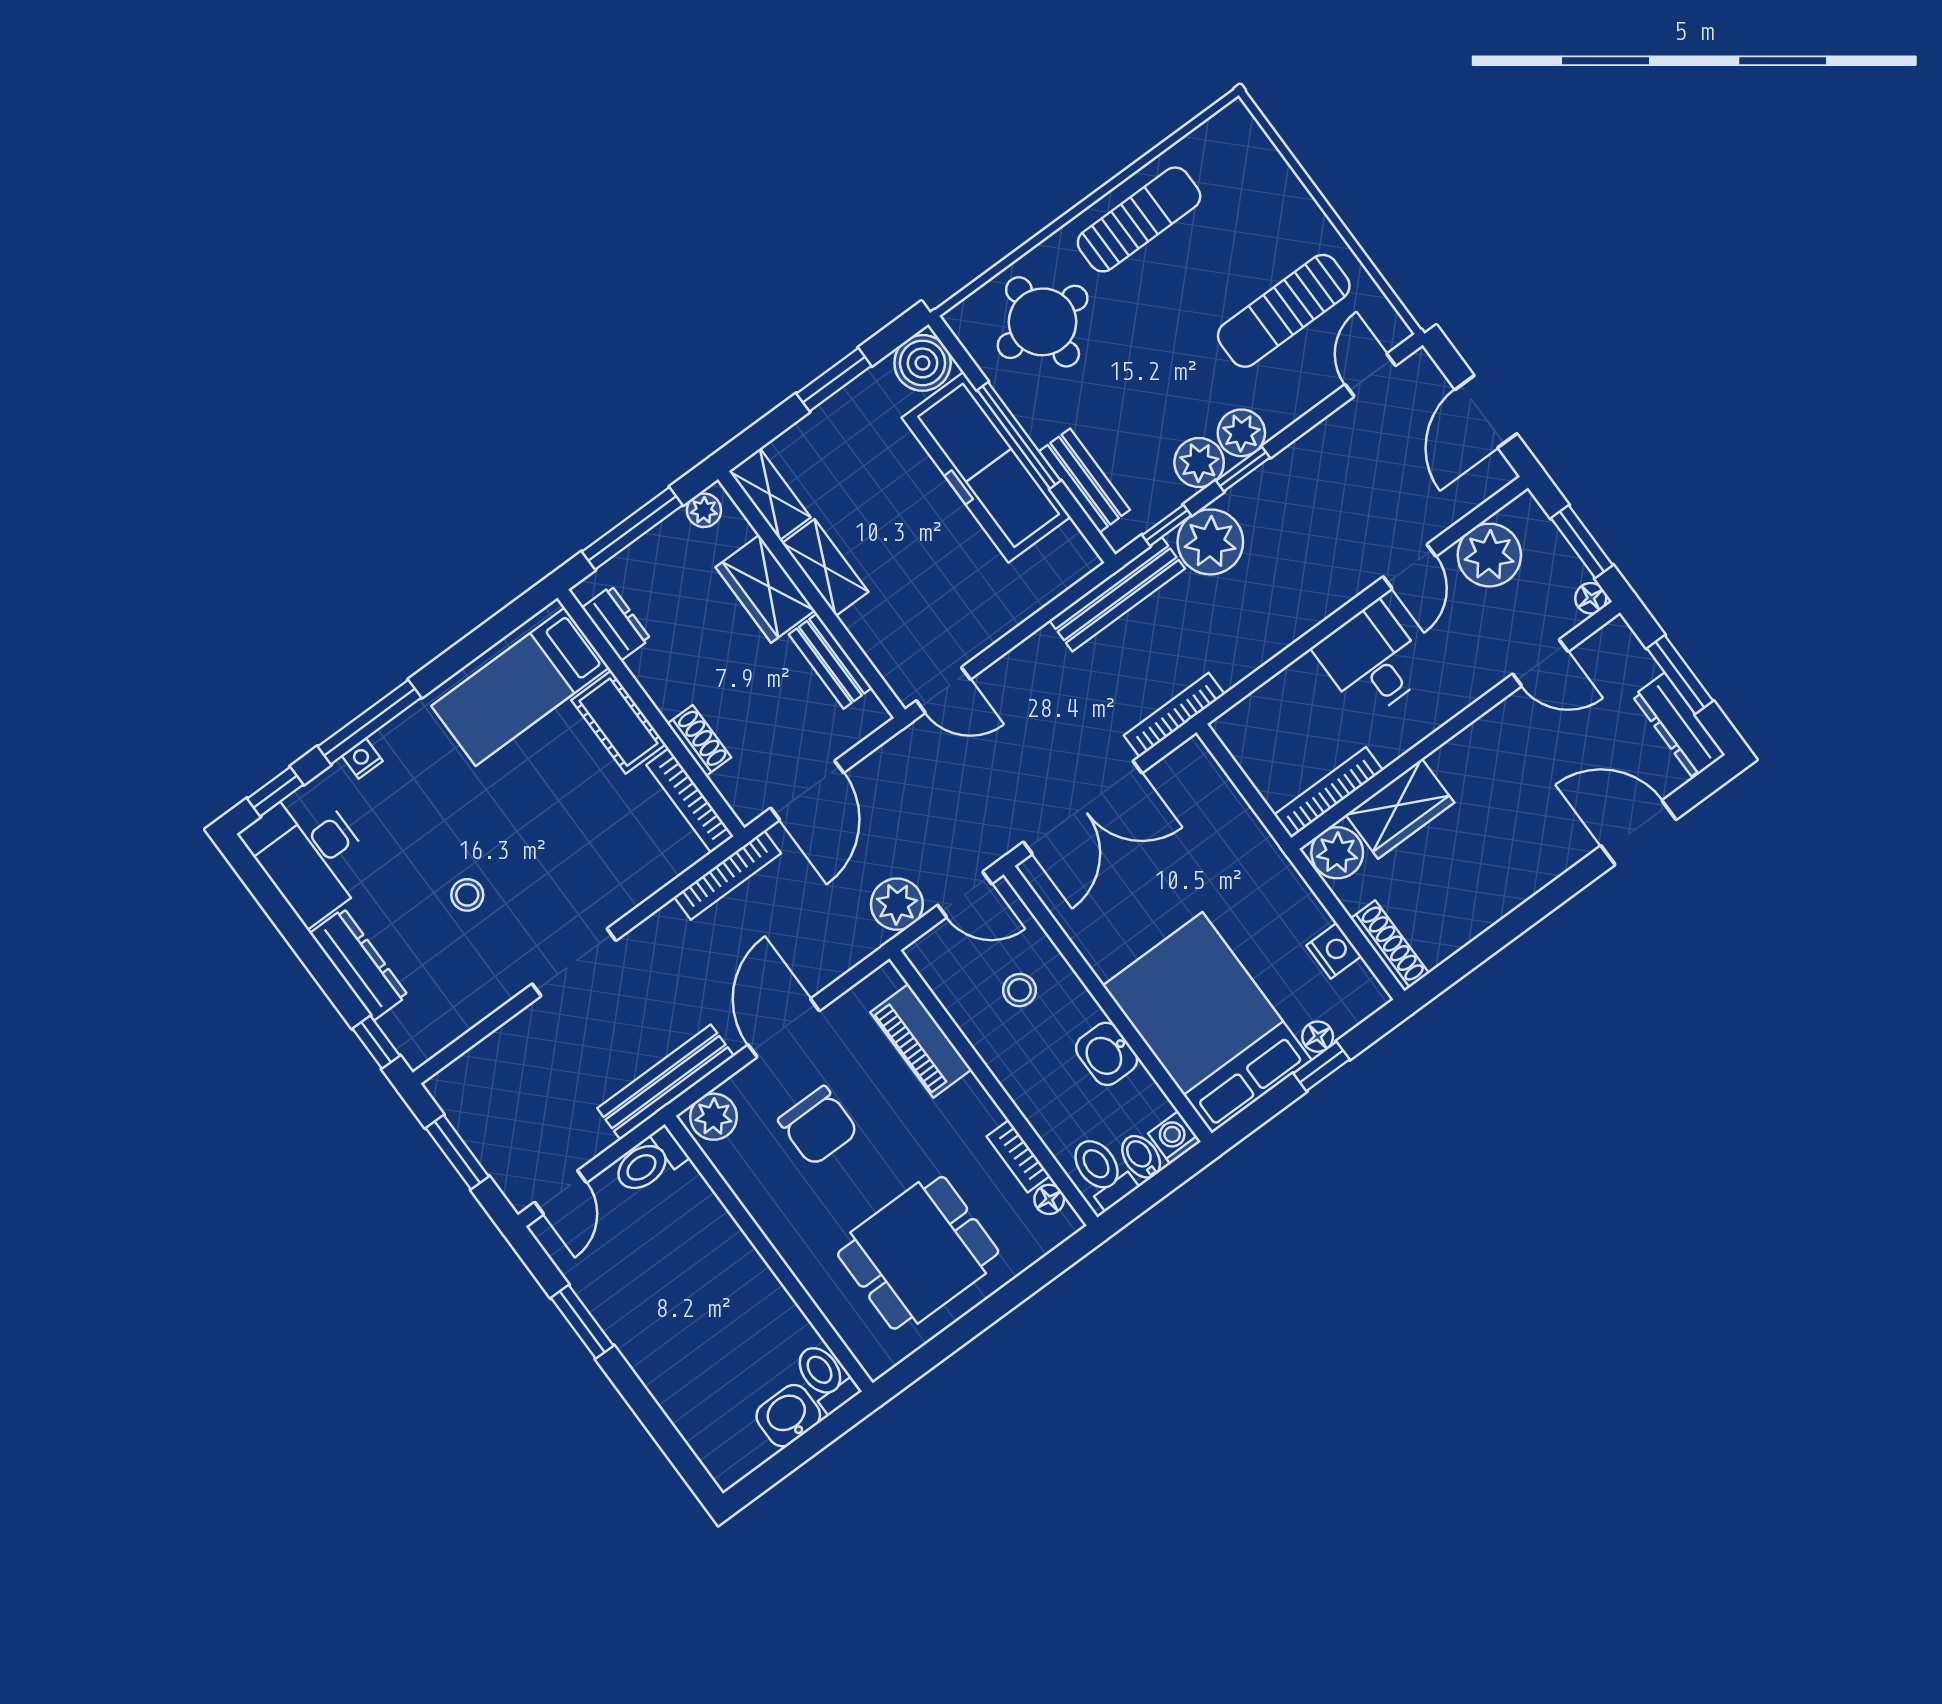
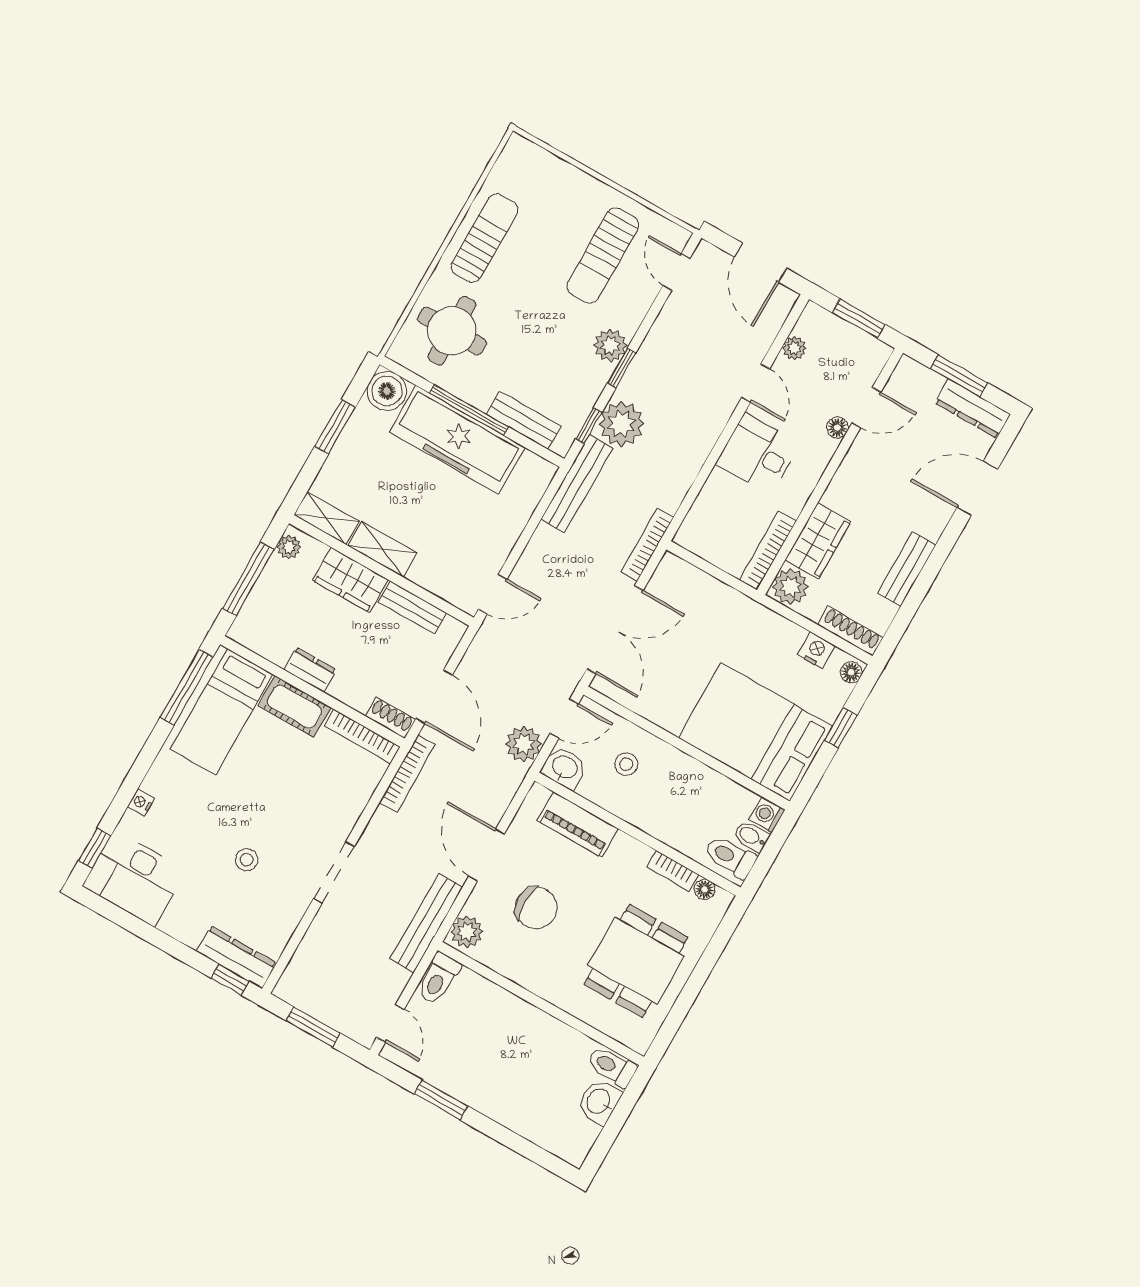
plant: (1199, 463) -> (592, 376), removed
plant: (1489, 555) -> (794, 348), width x0.53, depth x0.53
floor lamp: (1591, 598) -> (837, 428), moved
dresser: (616, 623) -> (310, 670), moved
window: (370, 722) -> (187, 687), moved
shoe rack: (699, 741) -> (390, 718), moved
bench: (1499, 897) -> (907, 569), added
dresser: (359, 964) -> (236, 957), moved
floor lamp: (1318, 1037) -> (851, 672), moved
washbasin: (1107, 1054) -> (564, 768), moved, turned 180

